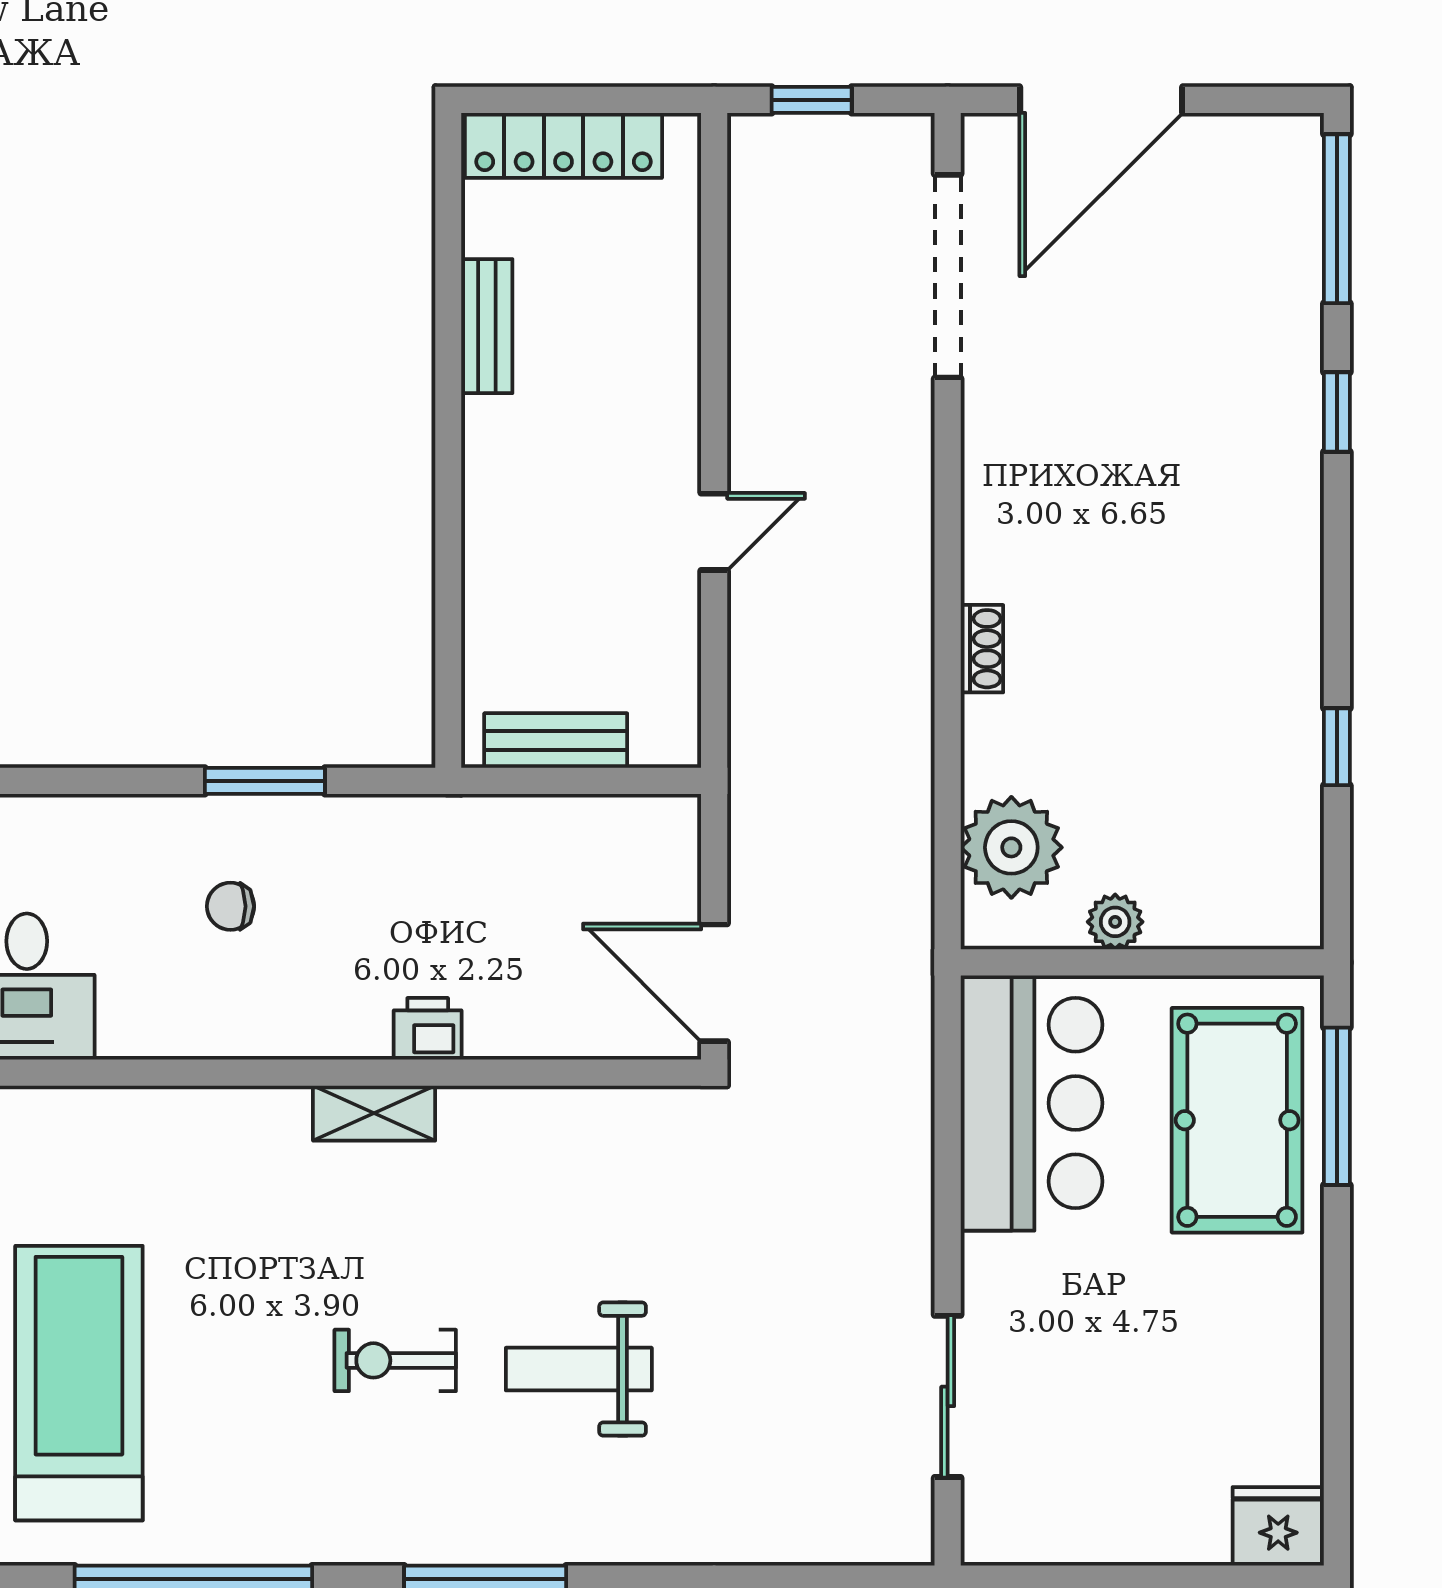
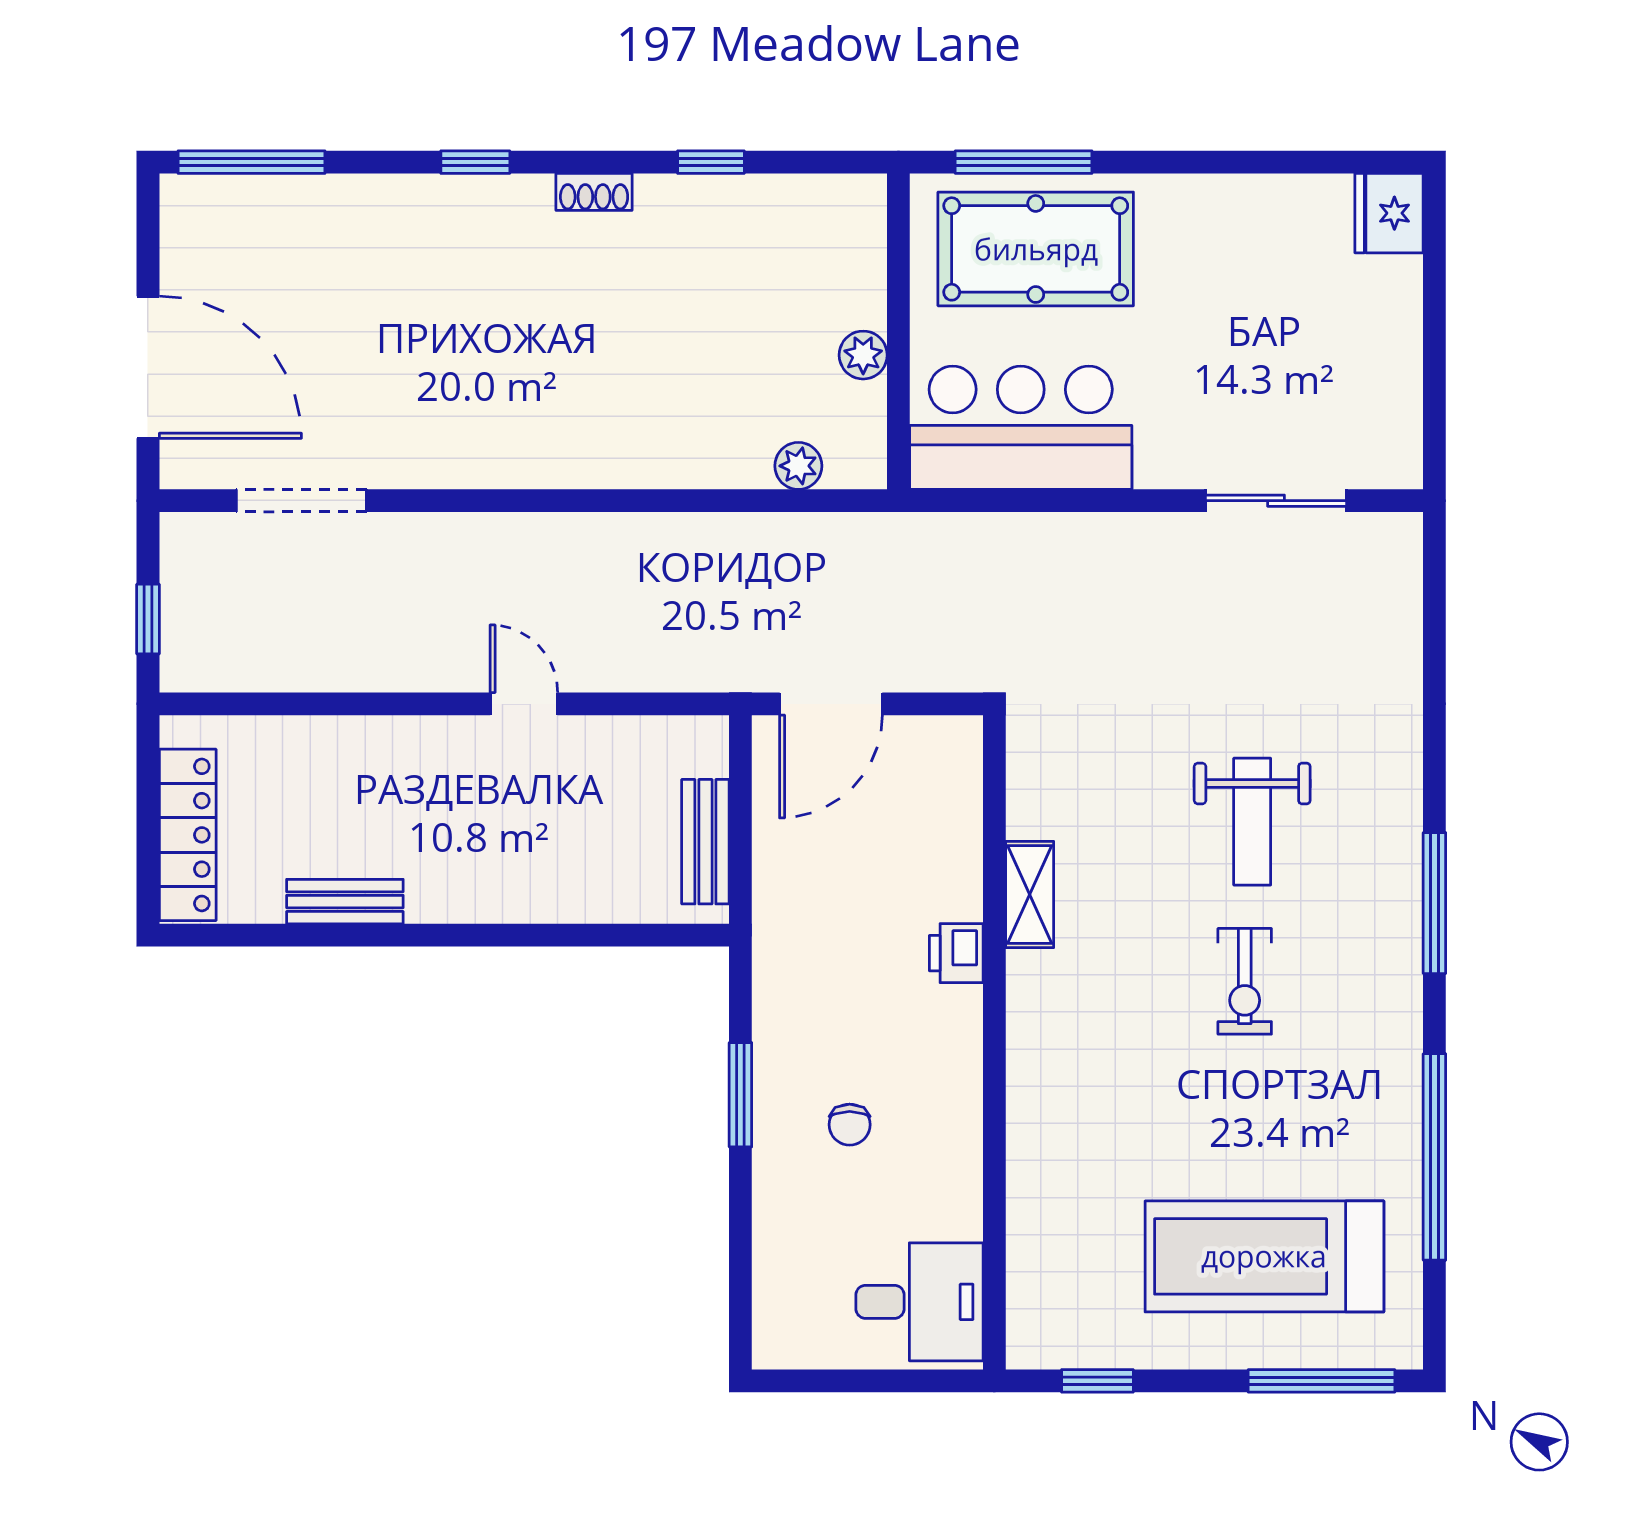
doorway: (948, 276) -> (302, 501), width x0.73
window: (1337, 412) -> (475, 162), moved
shoe rack: (982, 649) -> (594, 192), moved, turned 180
plant: (1011, 847) -> (798, 466), width x0.53, depth x0.53
door: (714, 983) -> (831, 704), moved
shelving: (374, 1113) -> (1030, 894), moved

